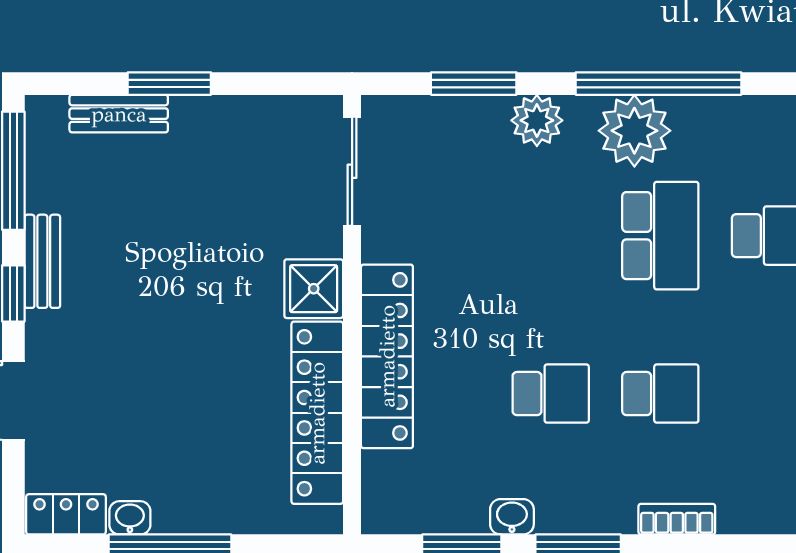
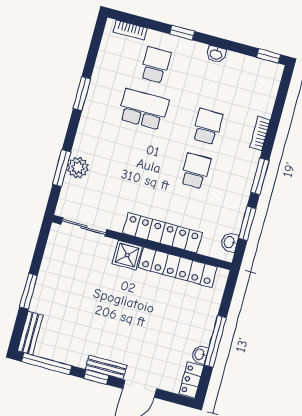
window: (659, 84) -> (82, 93), width x0.47
bench: (119, 114) -> (30, 333), moved
plant: (537, 120) -> (78, 168), moved
plant: (634, 131) -> (98, 108), removed
bench: (42, 261) -> (106, 367), moved
washbasin: (512, 517) -> (230, 242), moved

